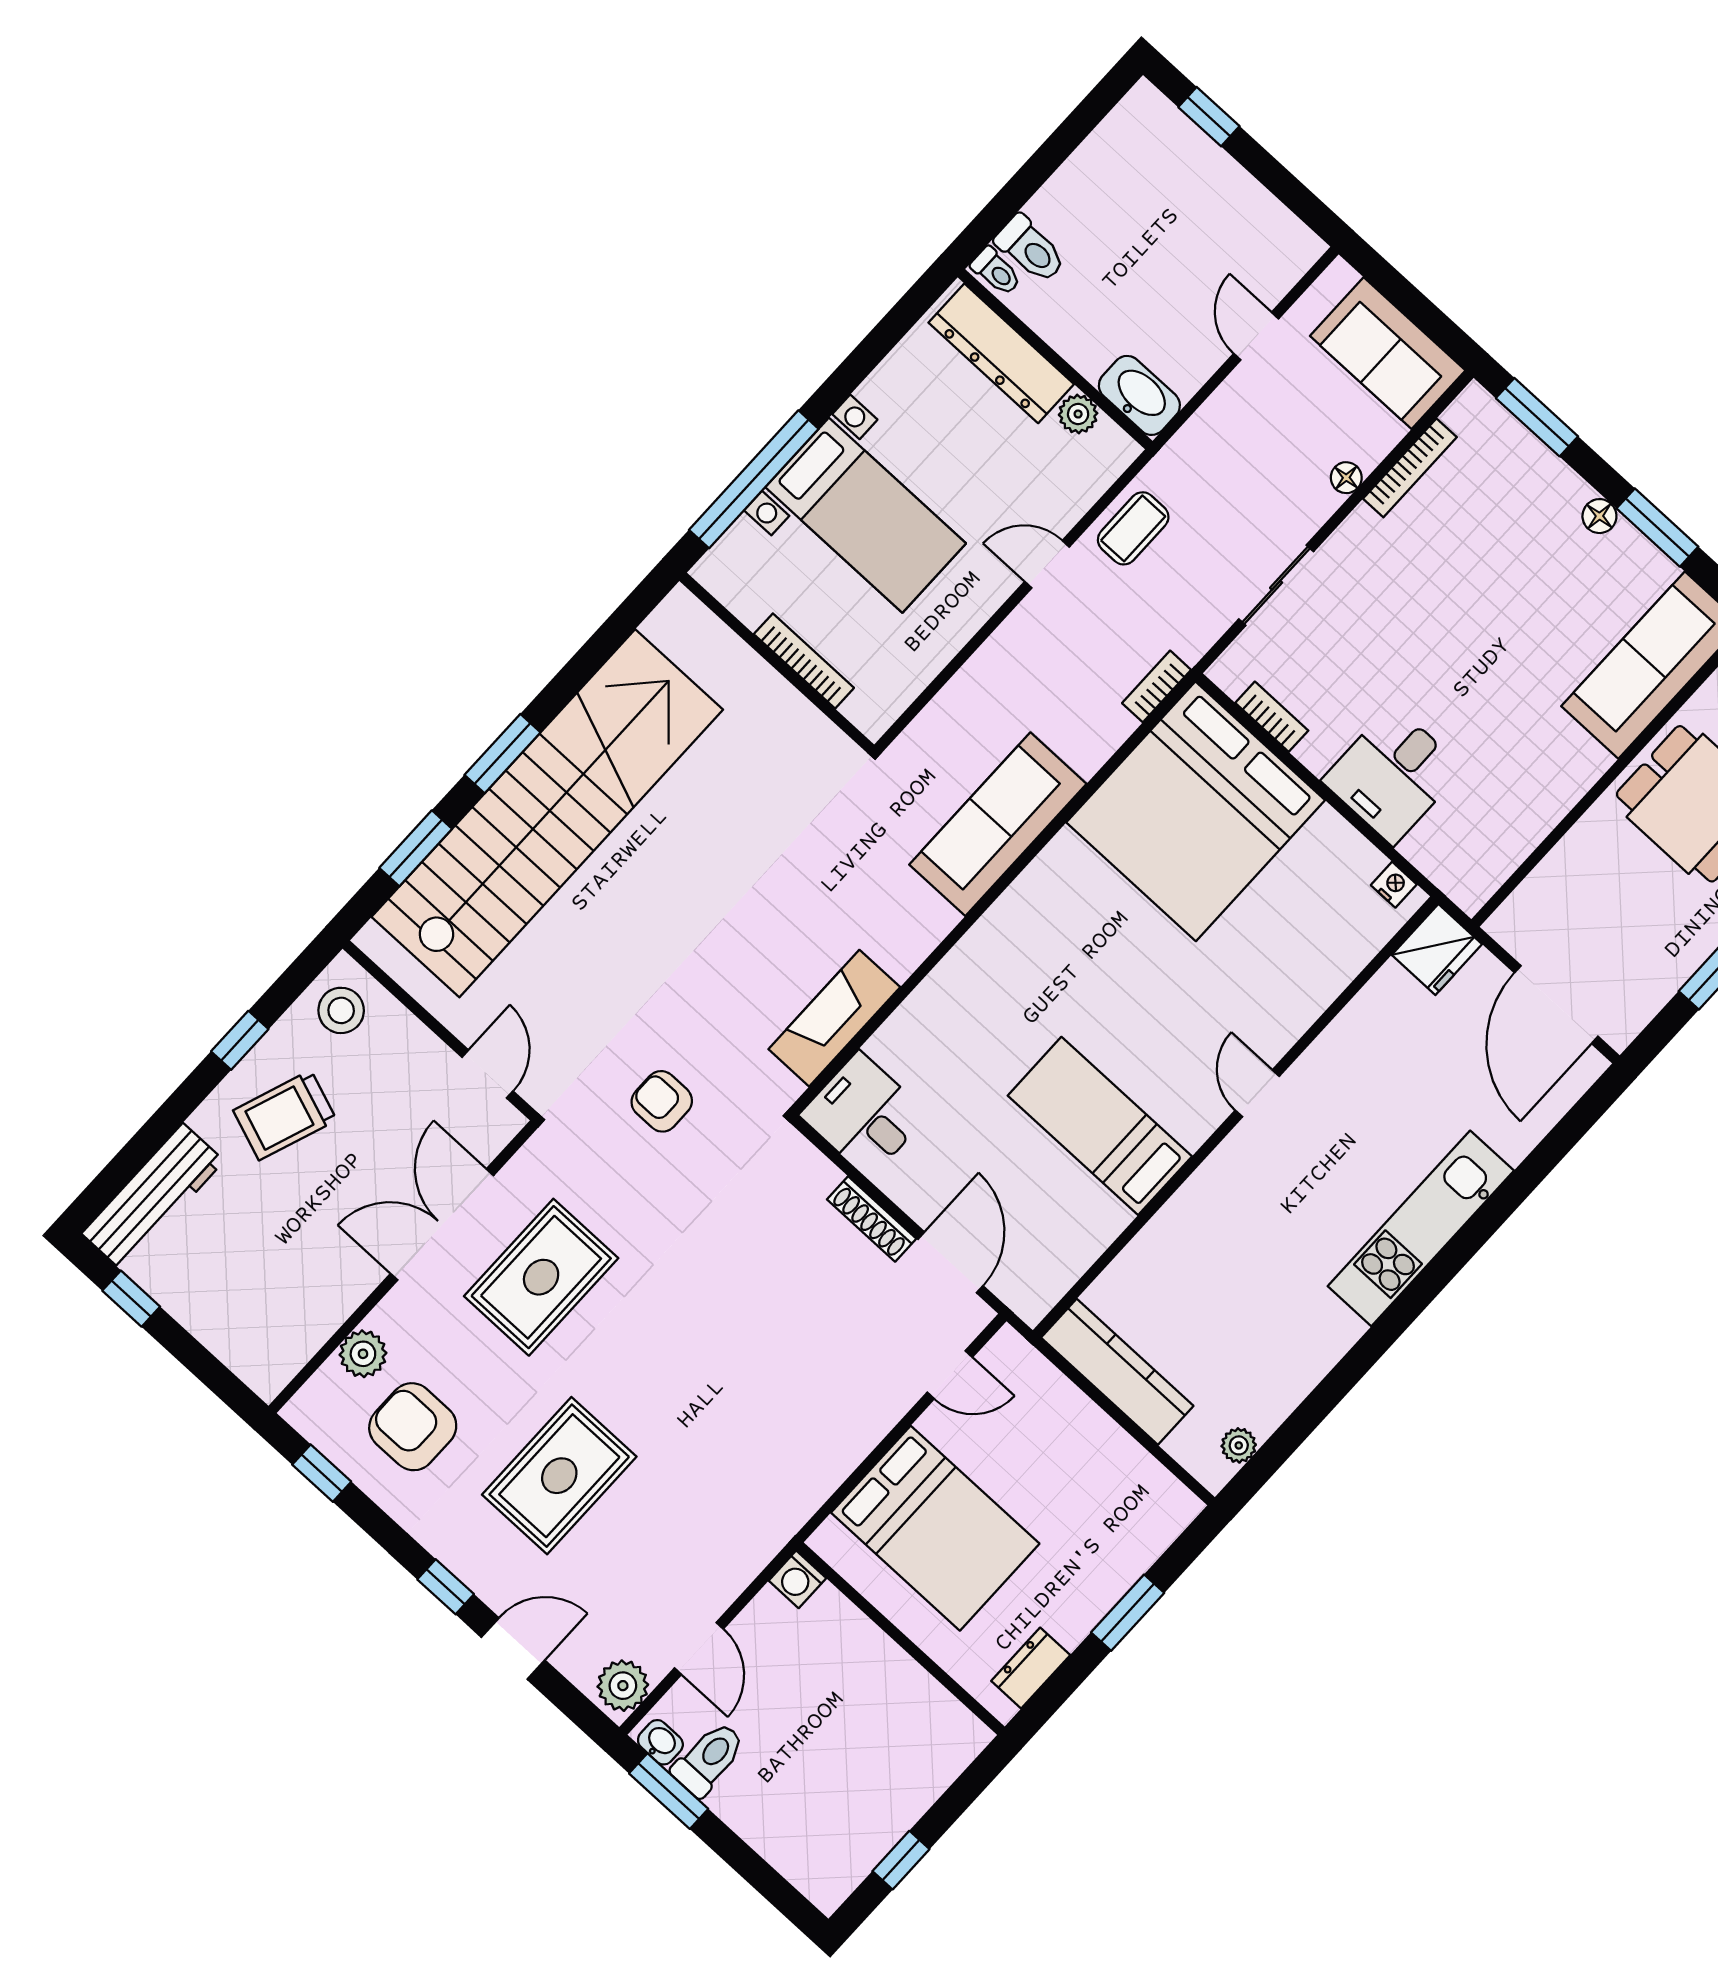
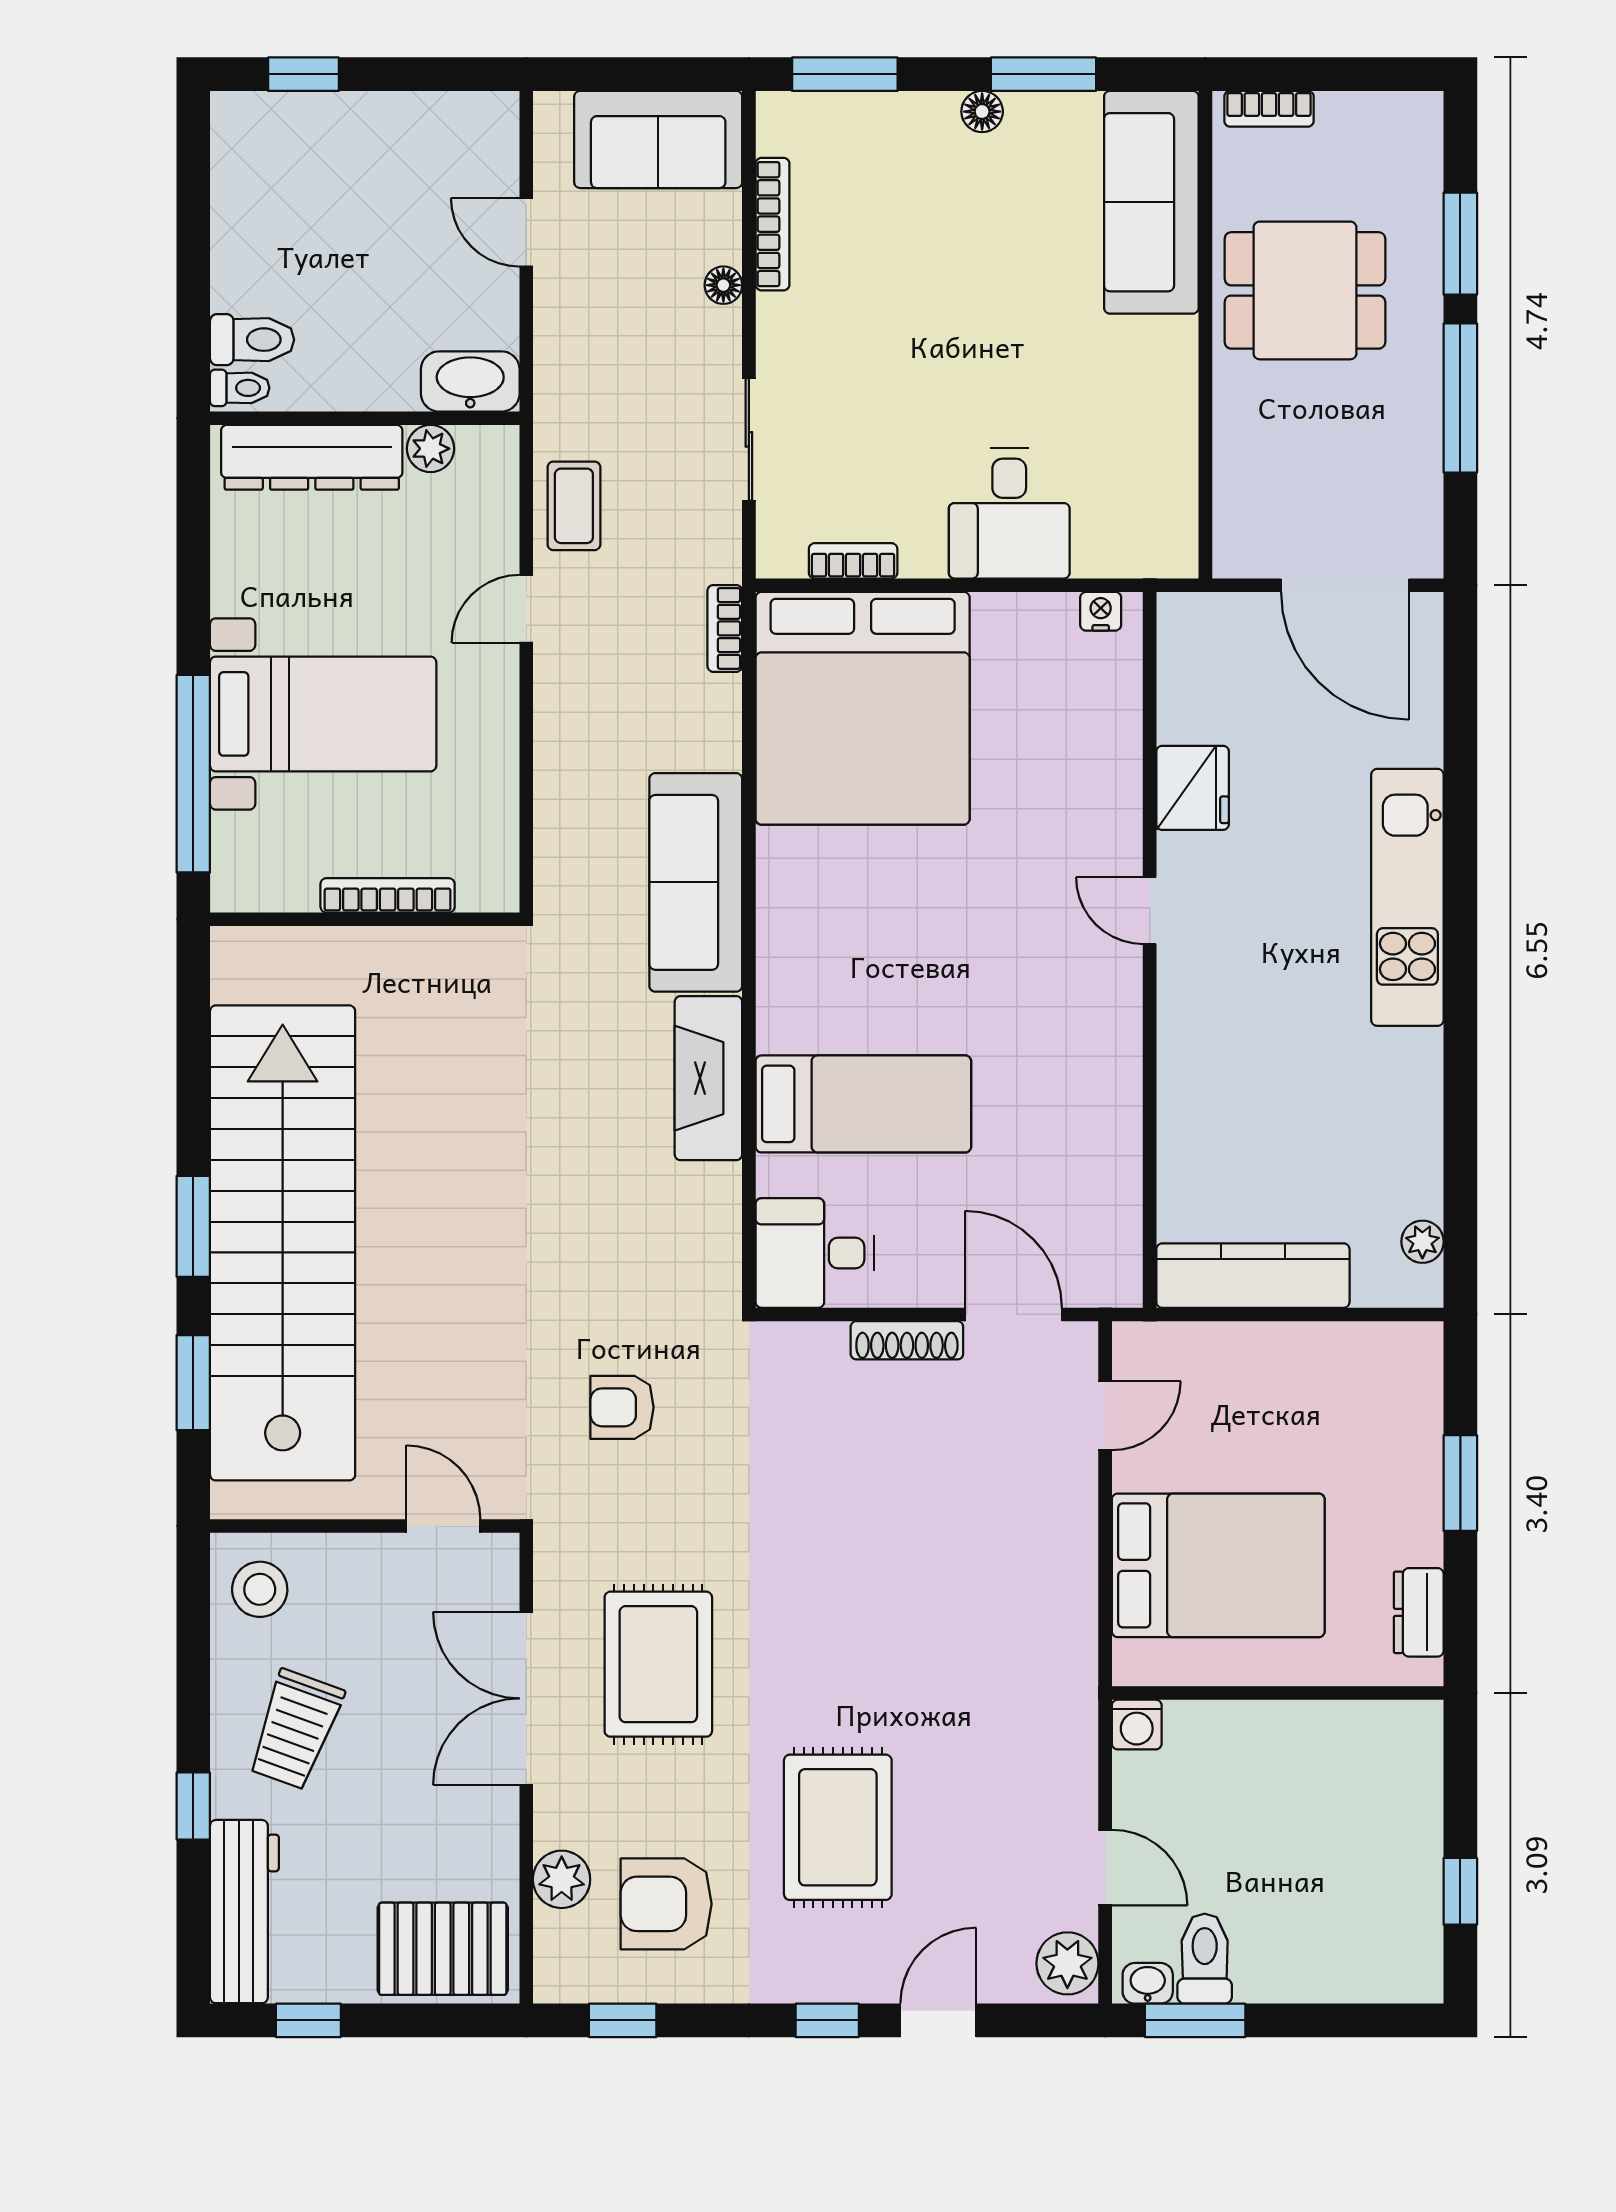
fridge: (1437, 950) -> (1193, 788), moved
fireplace: (834, 1018) -> (708, 1078), moved
window: (240, 1040) -> (193, 1806), moved
bed: (1100, 1126) -> (863, 1104), moved, turned 180
pallet: (252, 1330) -> (443, 1949), added

